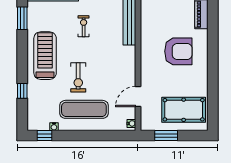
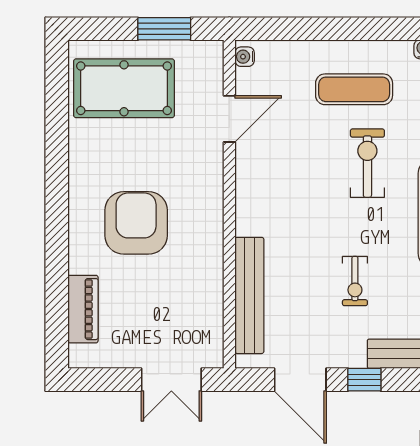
armchair: (178, 51) -> (136, 223), turned 90
exercise mat: (84, 109) -> (354, 89), width x0.73, depth x0.69

